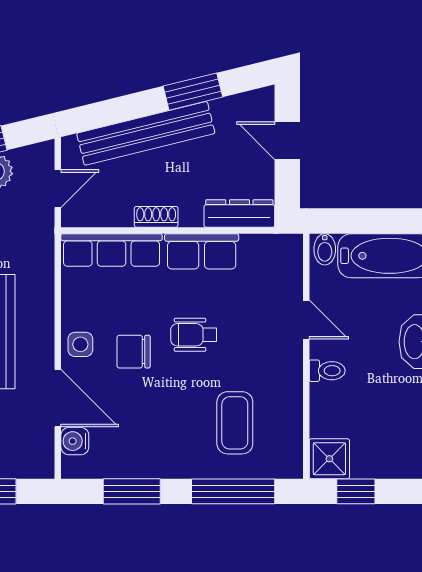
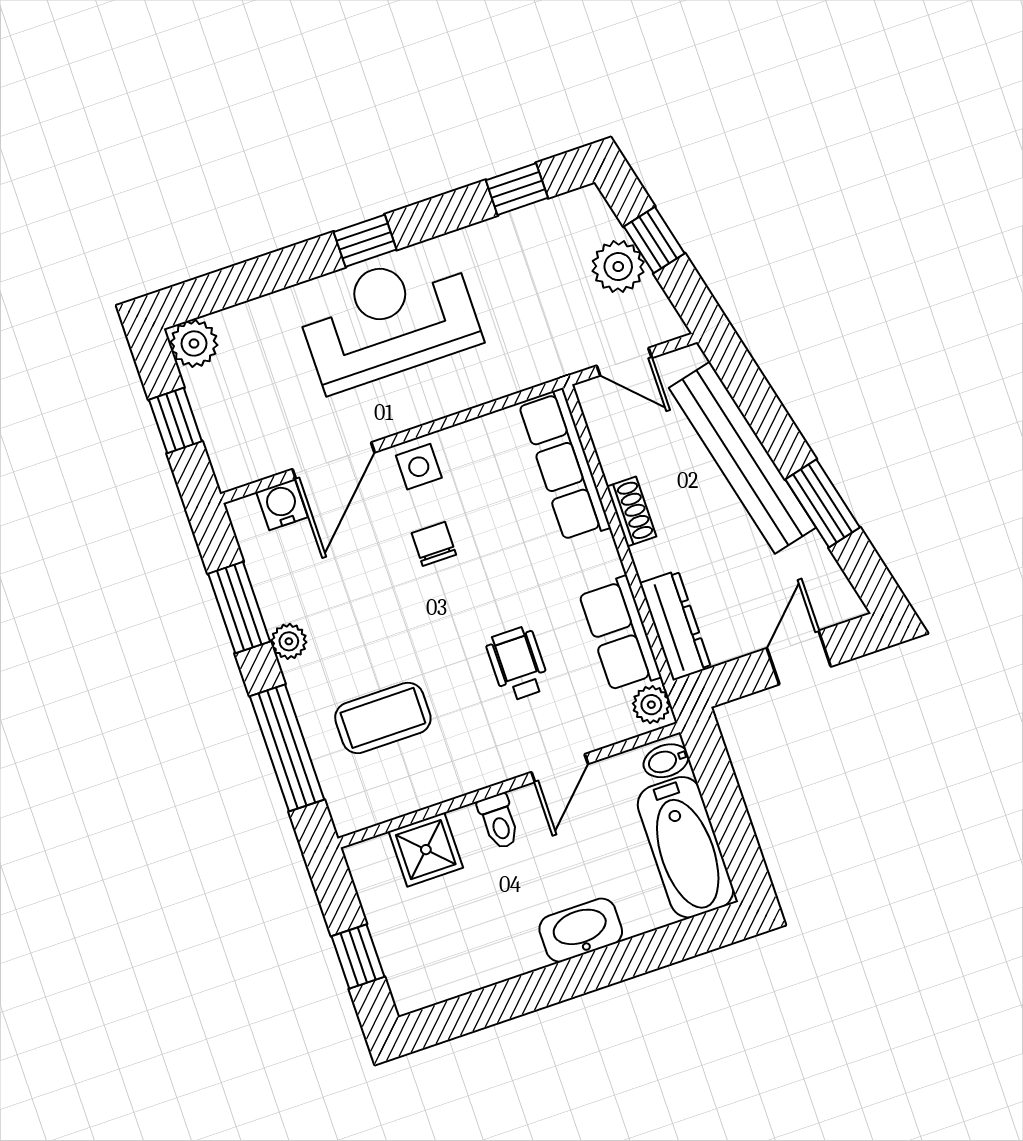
plant: (285, 246) -> (651, 705), added
row of seats: (202, 251) -> (620, 634), moved
wheelchair: (194, 335) -> (518, 664), moved
chair: (134, 352) -> (434, 544), width x0.73, depth x0.73
shower: (329, 459) -> (426, 850), moved
plant: (165, 467) -> (289, 641), added
window: (356, 491) -> (358, 957), moved

